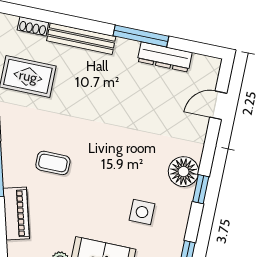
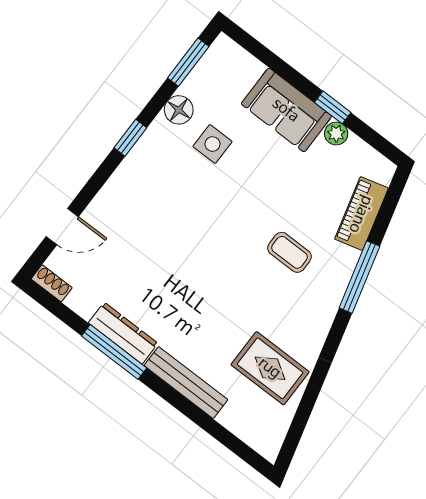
shoe rack: (33, 26) -> (52, 283), moved
dresser: (165, 57) -> (123, 333), moved
floor lamp: (184, 172) -> (179, 110), moved, width x0.73, depth x0.73

